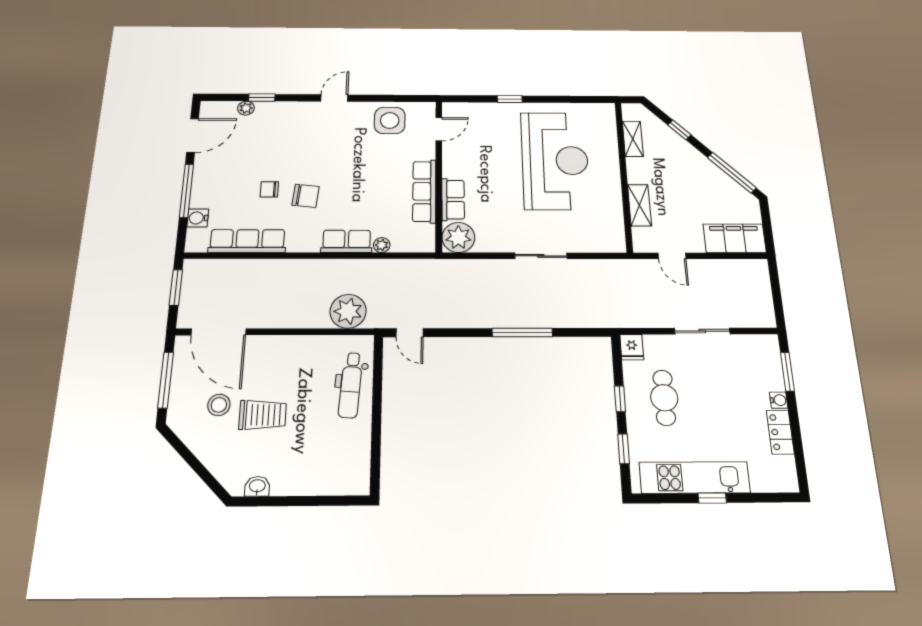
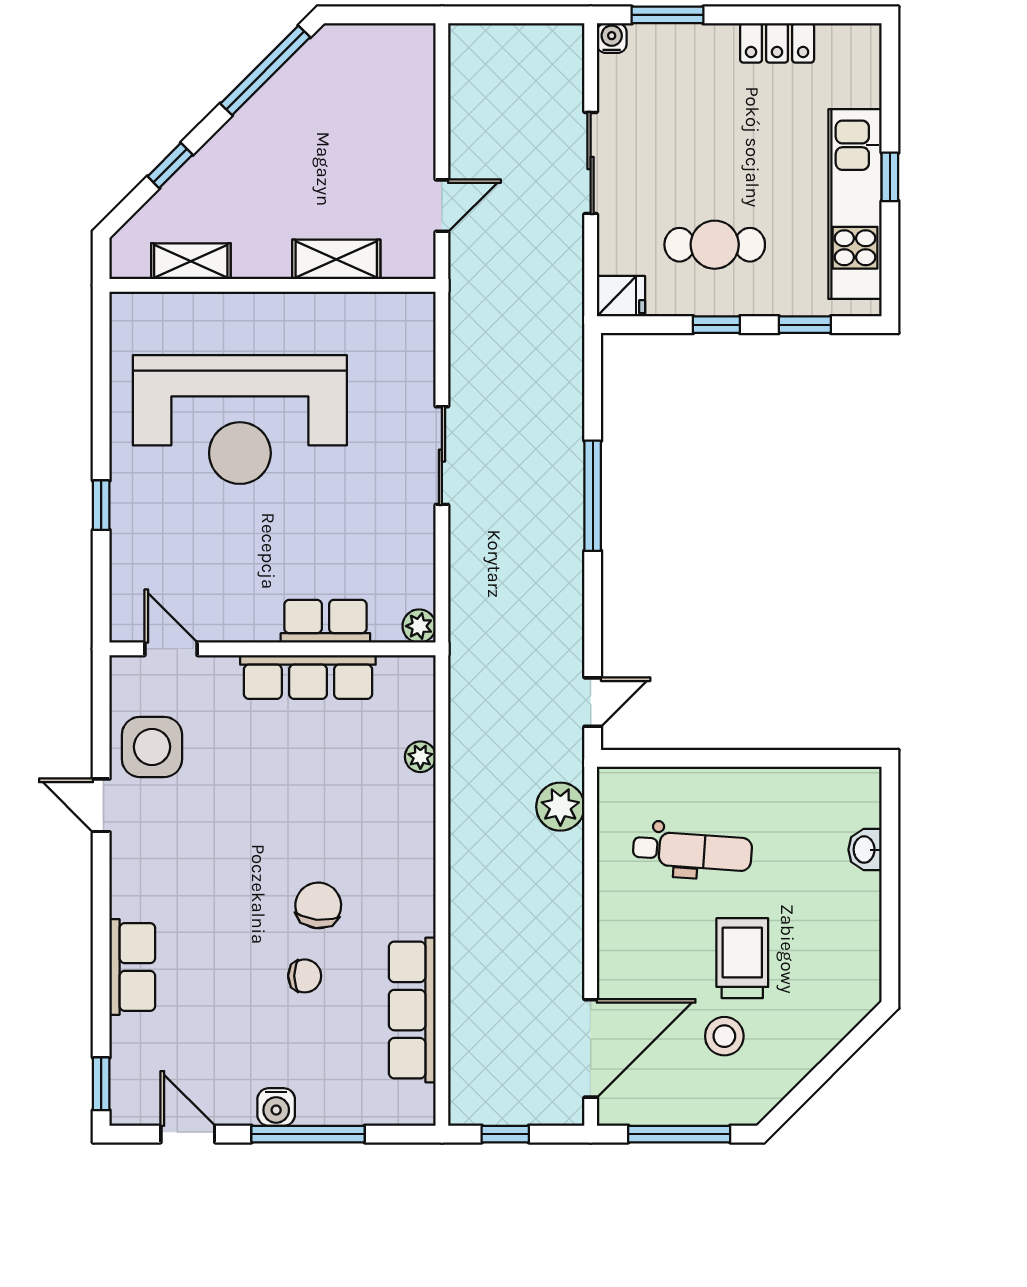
window: (262, 98) -> (101, 1084), moved
door: (334, 98) -> (101, 805), moved
plant: (246, 108) -> (126, 1034), removed
door: (193, 135) -> (188, 1134), width x0.73
reception desk: (555, 160) -> (240, 420), turned 180
chair: (269, 189) -> (305, 976), turned -90
water cooler: (198, 218) -> (276, 1107), moved
plant: (458, 237) -> (419, 626), width x0.53, depth x0.53
filing cabinet: (735, 238) -> (406, 81), removed
row of seats: (347, 241) -> (132, 967), moved, turned 180
window: (176, 288) -> (505, 1134), width x0.67
plant: (348, 311) -> (560, 807), width x0.73, depth x0.73
dental chair: (351, 385) -> (692, 851), moved
water cooler: (779, 400) -> (612, 38), moved
washbasin: (257, 486) -> (865, 850), moved

